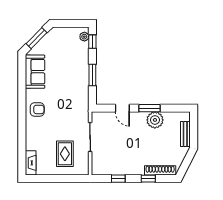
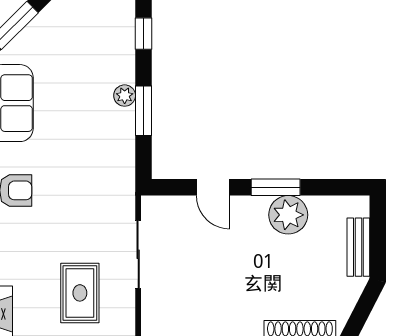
plant: (84, 37) -> (125, 96), moved

